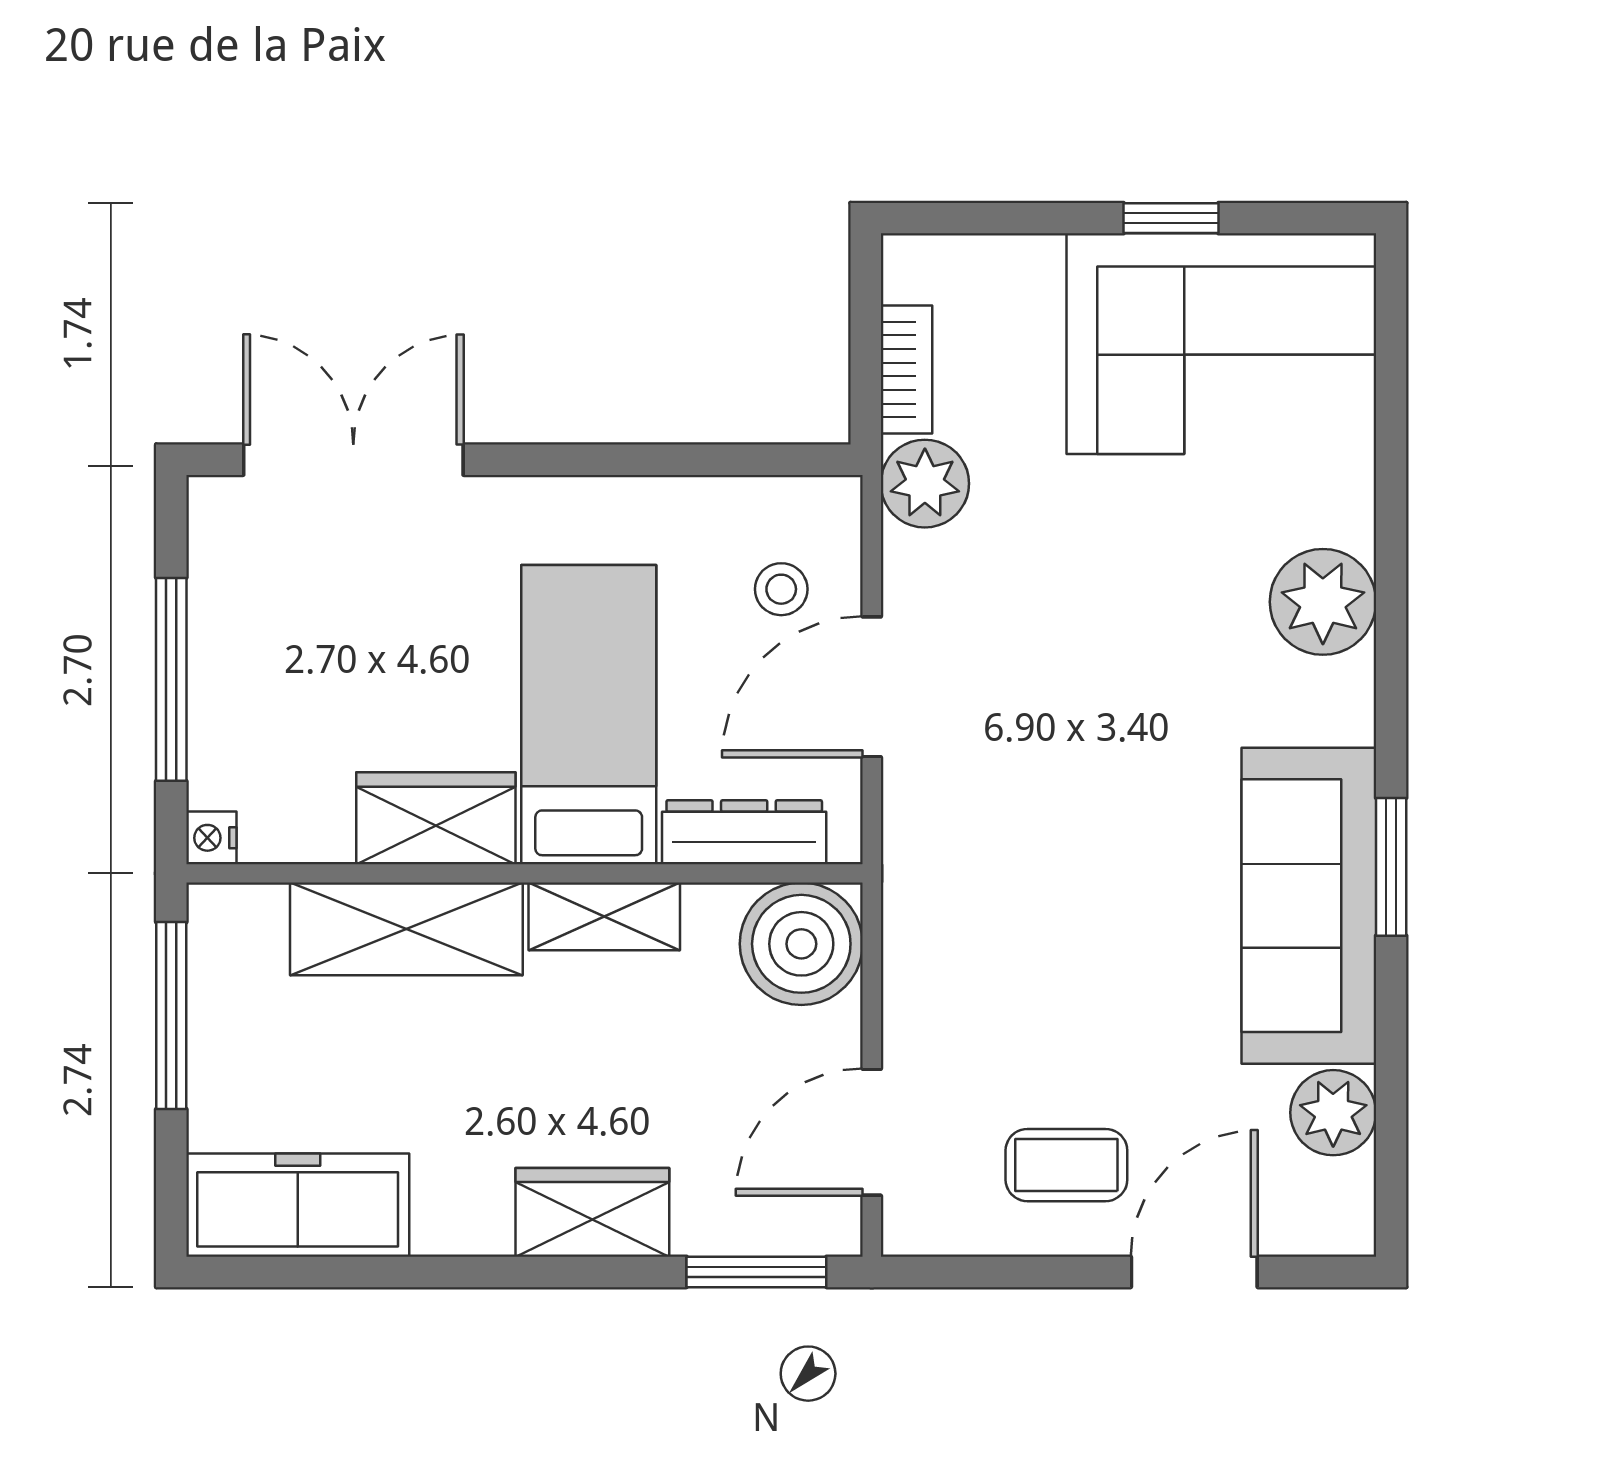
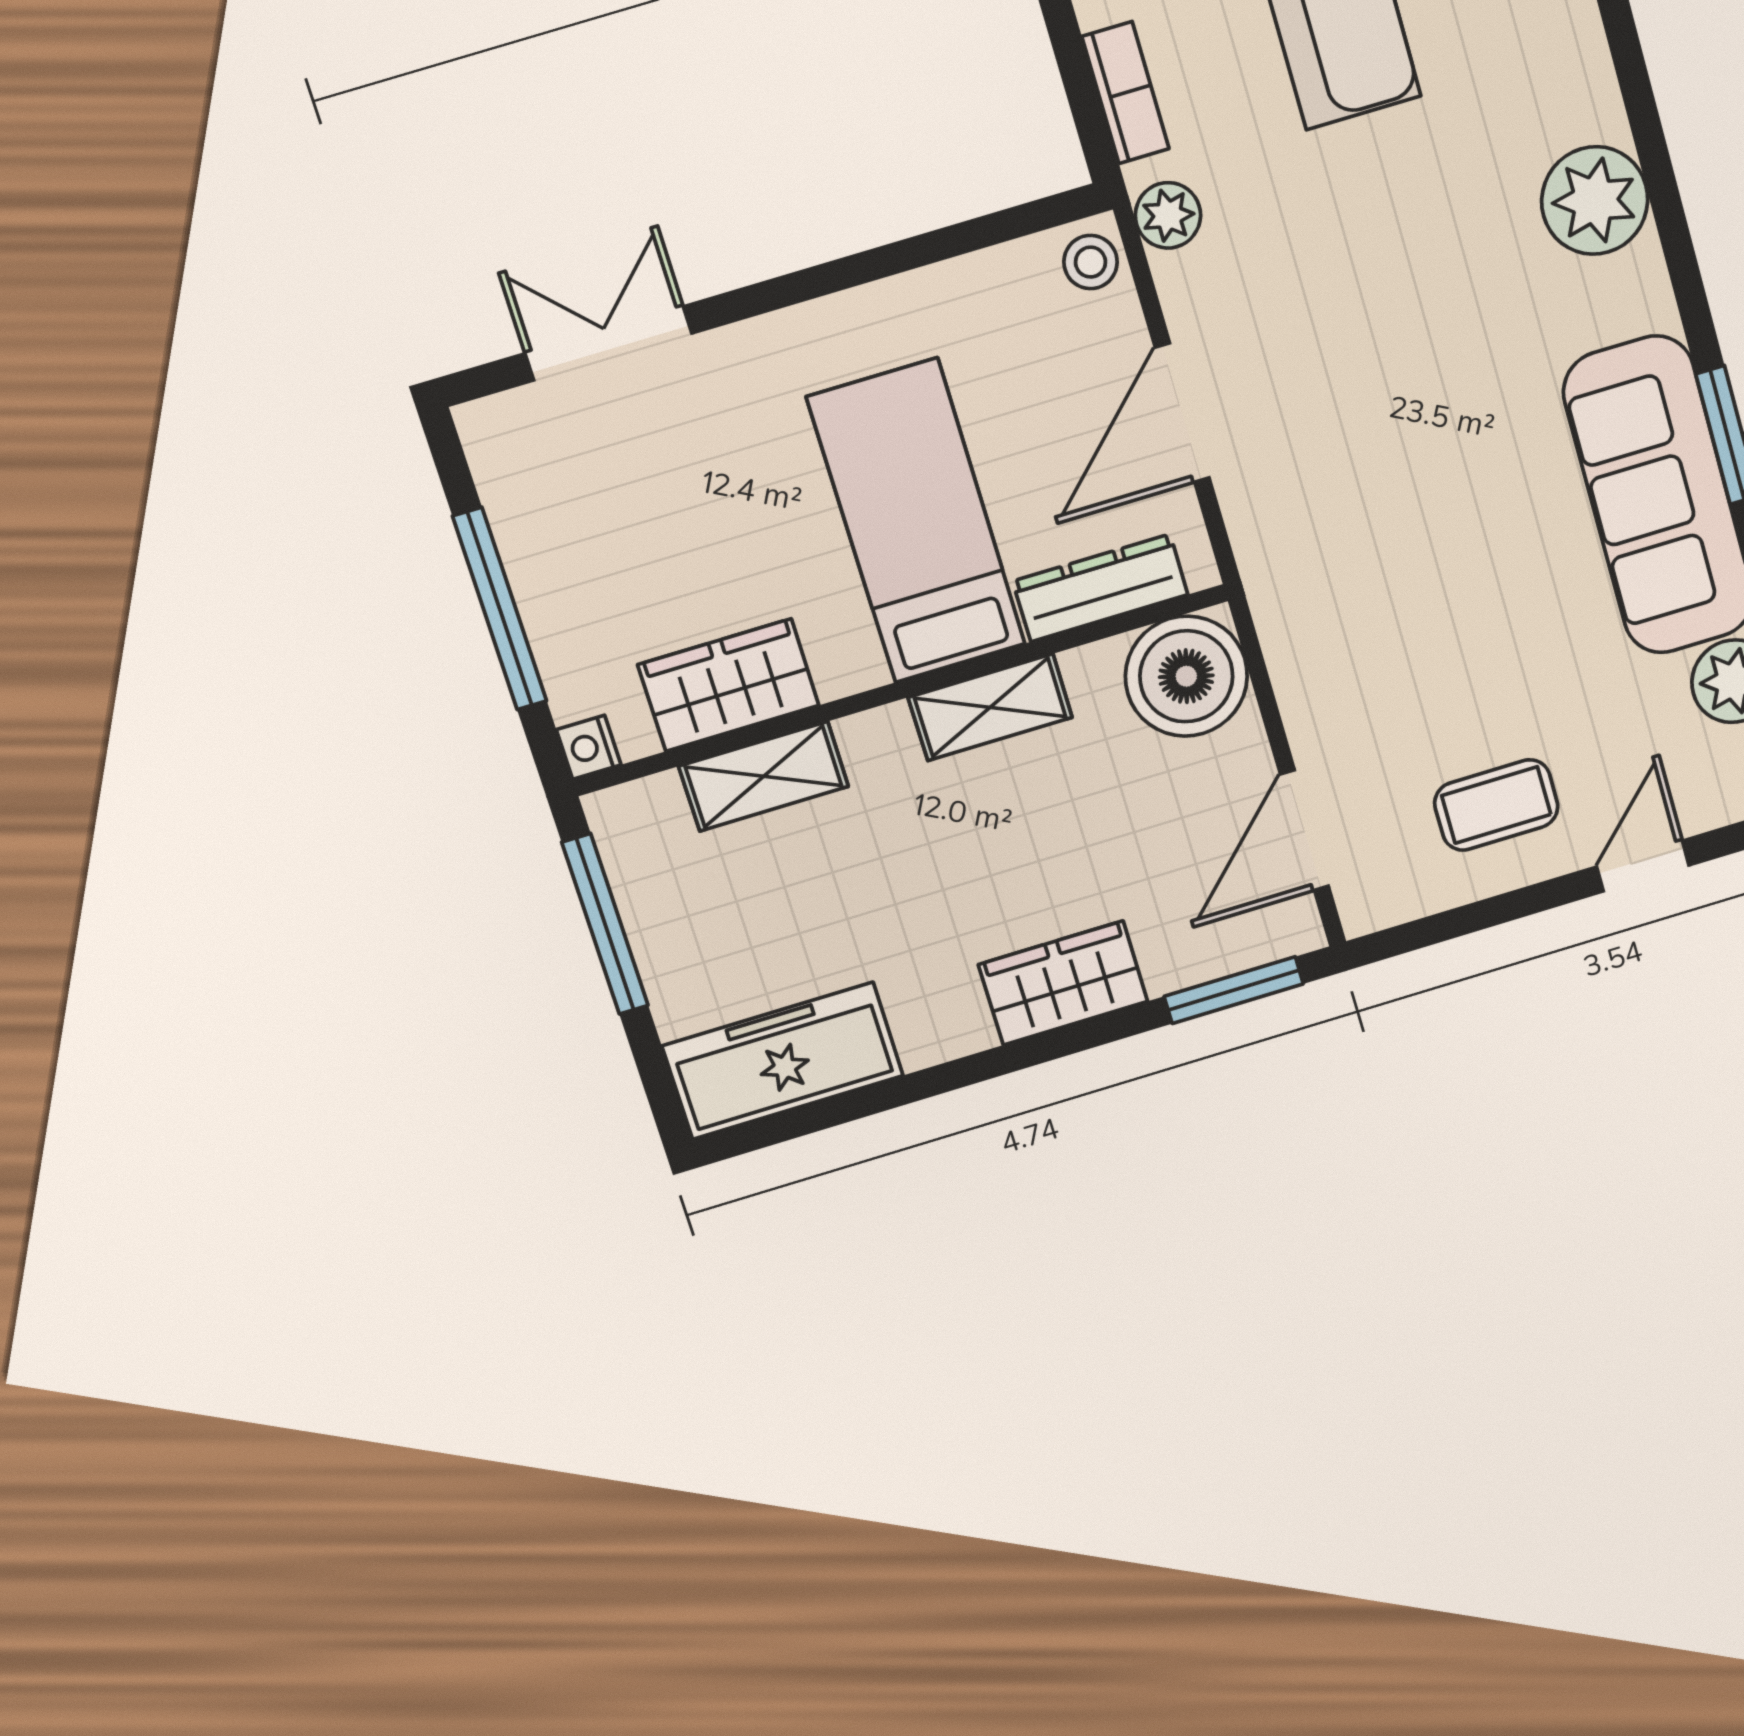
double door: (353, 460) -> (609, 343), width x0.73
plant: (925, 484) -> (1168, 215), width x0.73, depth x0.73
stool: (781, 589) -> (1091, 262), moved
wardrobe: (436, 818) -> (728, 685), moved
shelving: (406, 929) -> (764, 776), width x0.67, depth x0.75
door: (1194, 1272) -> (1643, 866), width x0.73

